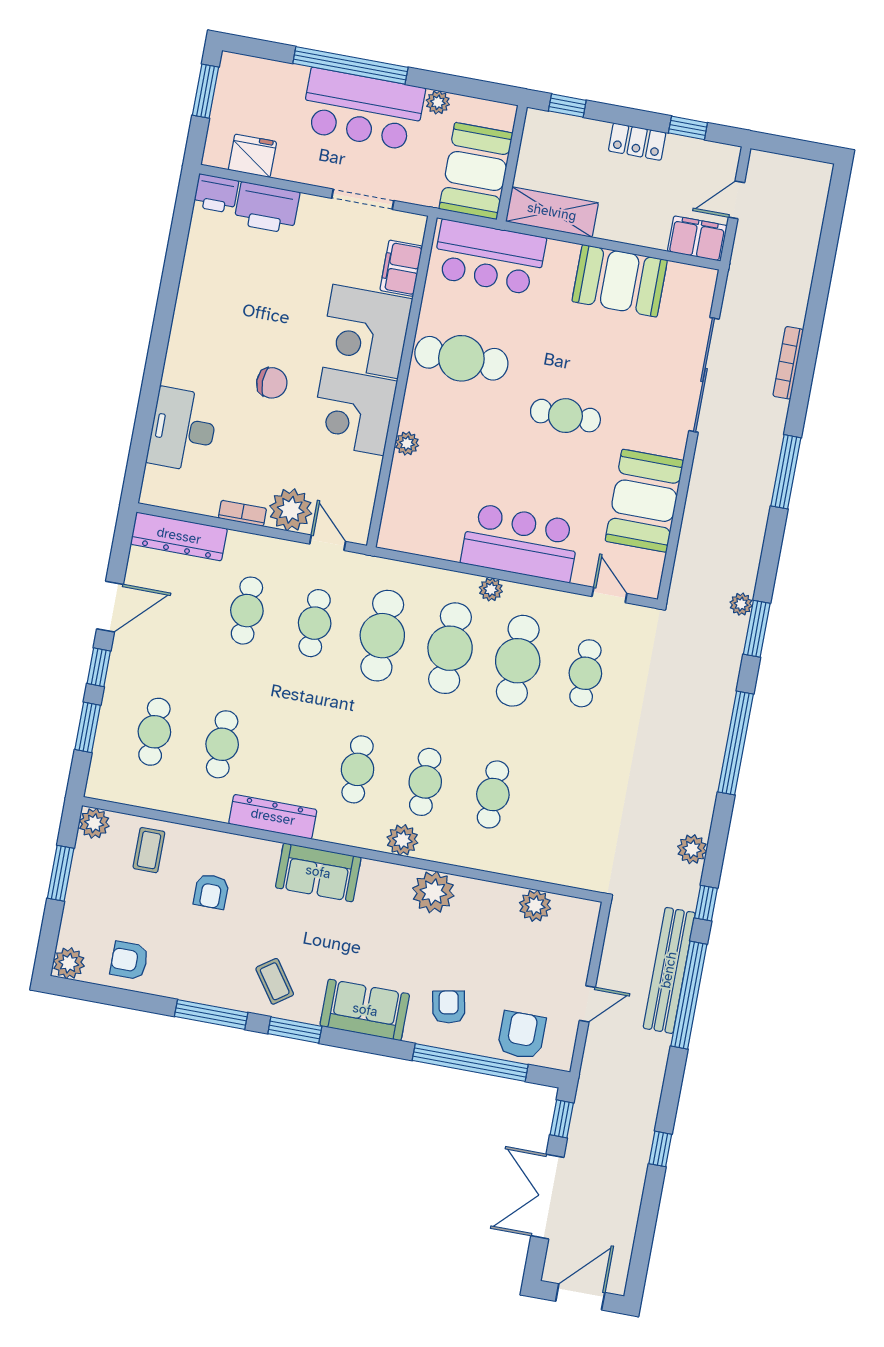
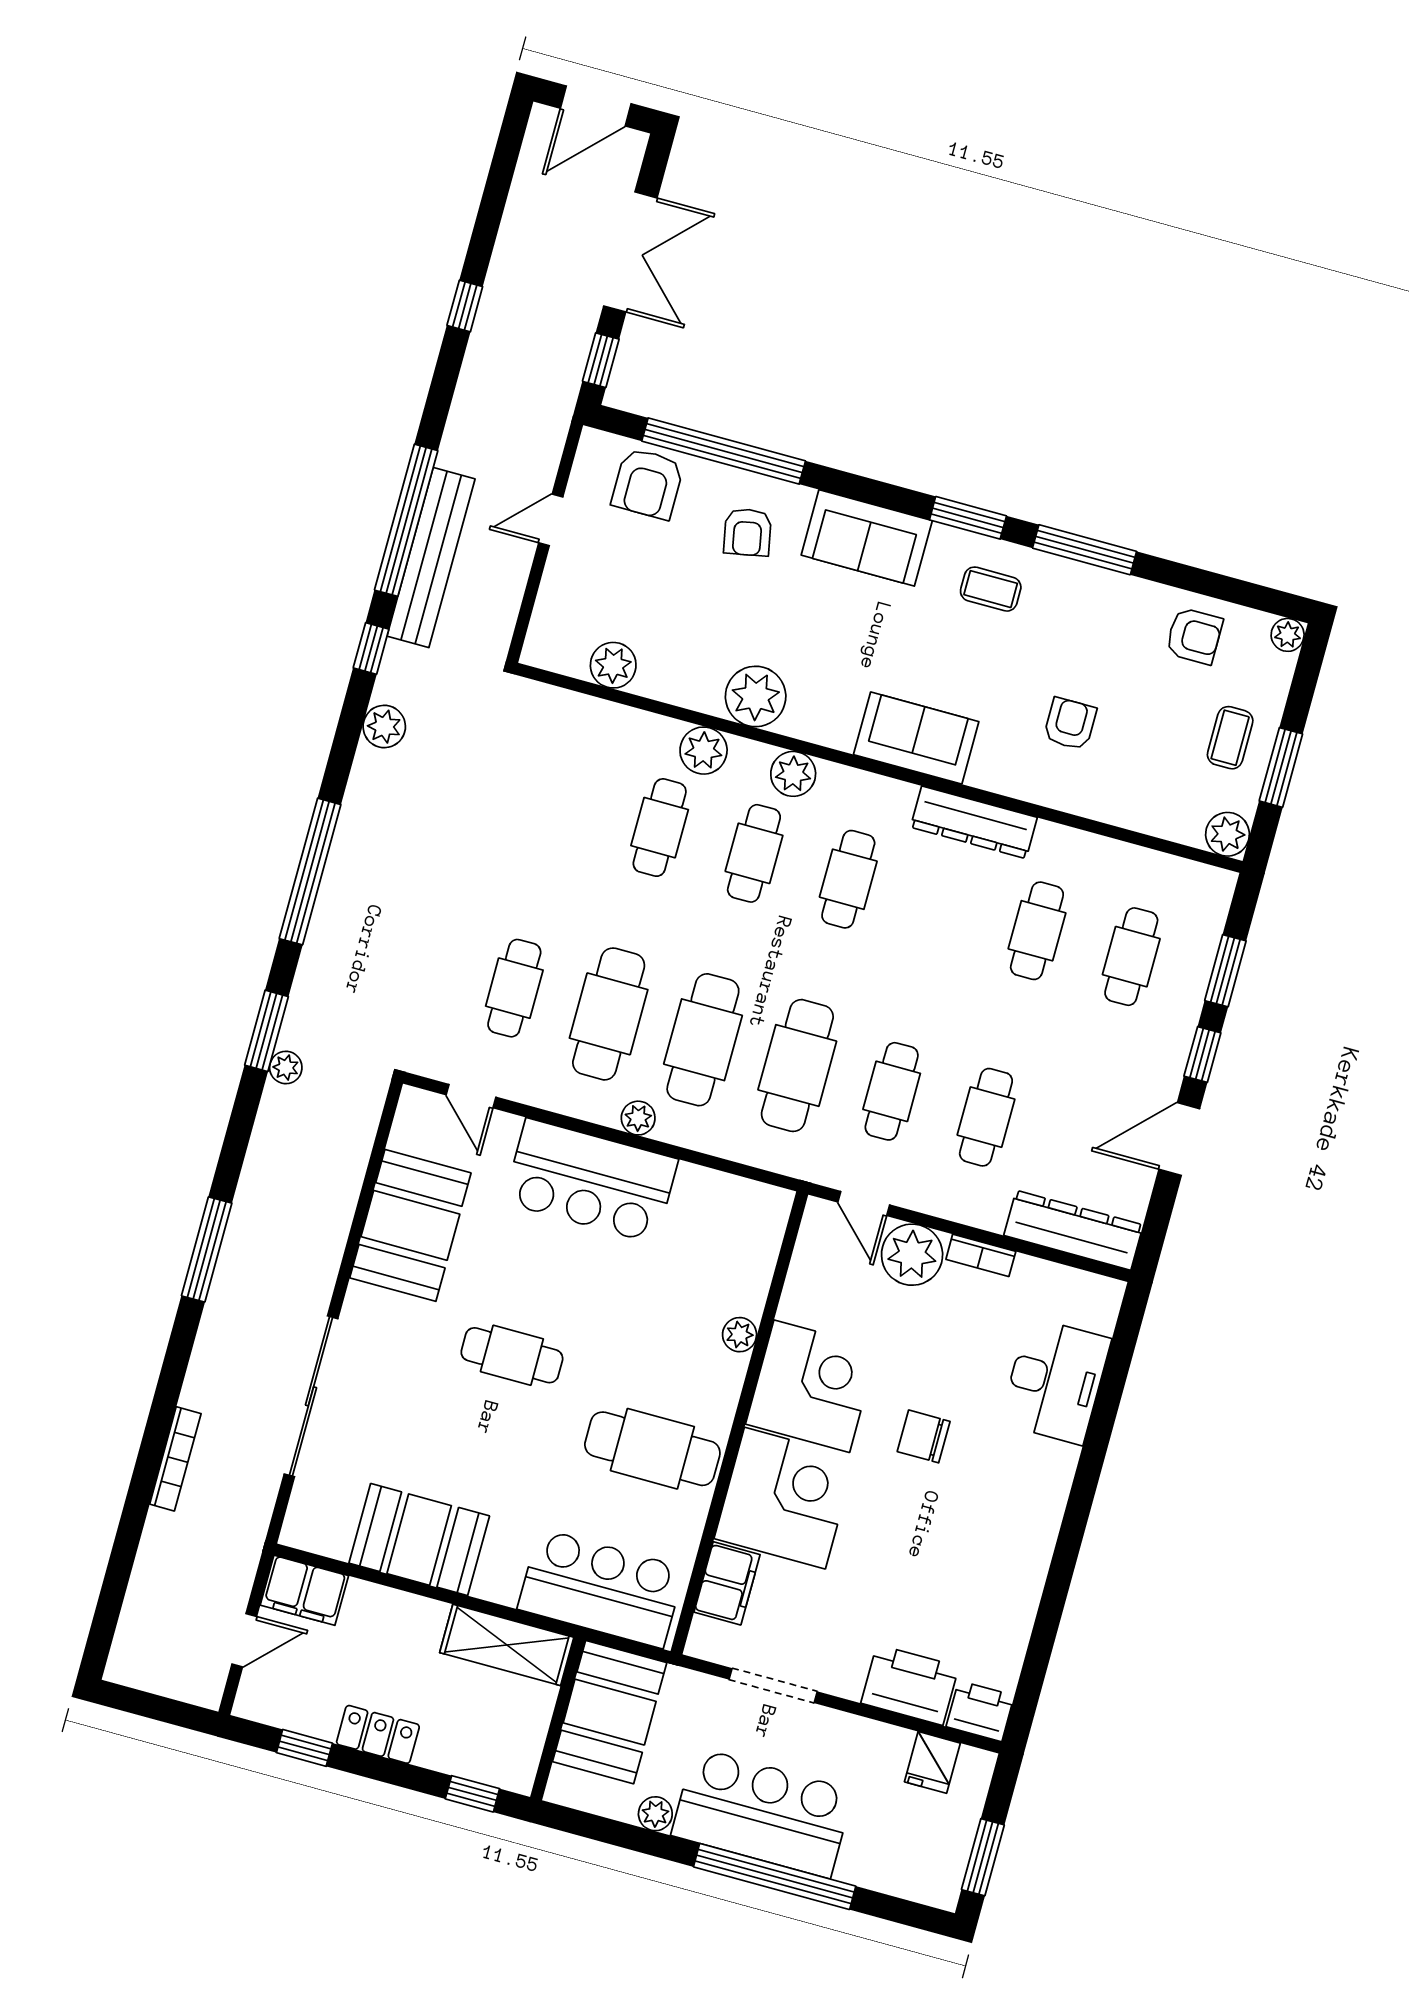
fridge: (252, 156) -> (932, 1762), width x0.72
bookcase: (788, 363) -> (175, 1459), moved
coffee table: (149, 850) -> (1230, 738), moved
plant: (467, 851) -> (704, 751), added
plant: (69, 963) -> (1288, 635), width x0.73, depth x0.73
coffee table: (275, 981) -> (991, 589), turned -55

